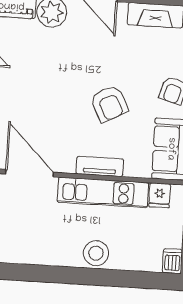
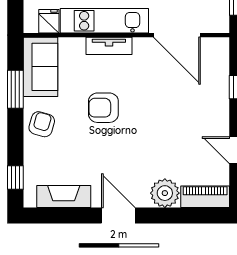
armchair: (109, 104) -> (103, 108), turned -63

